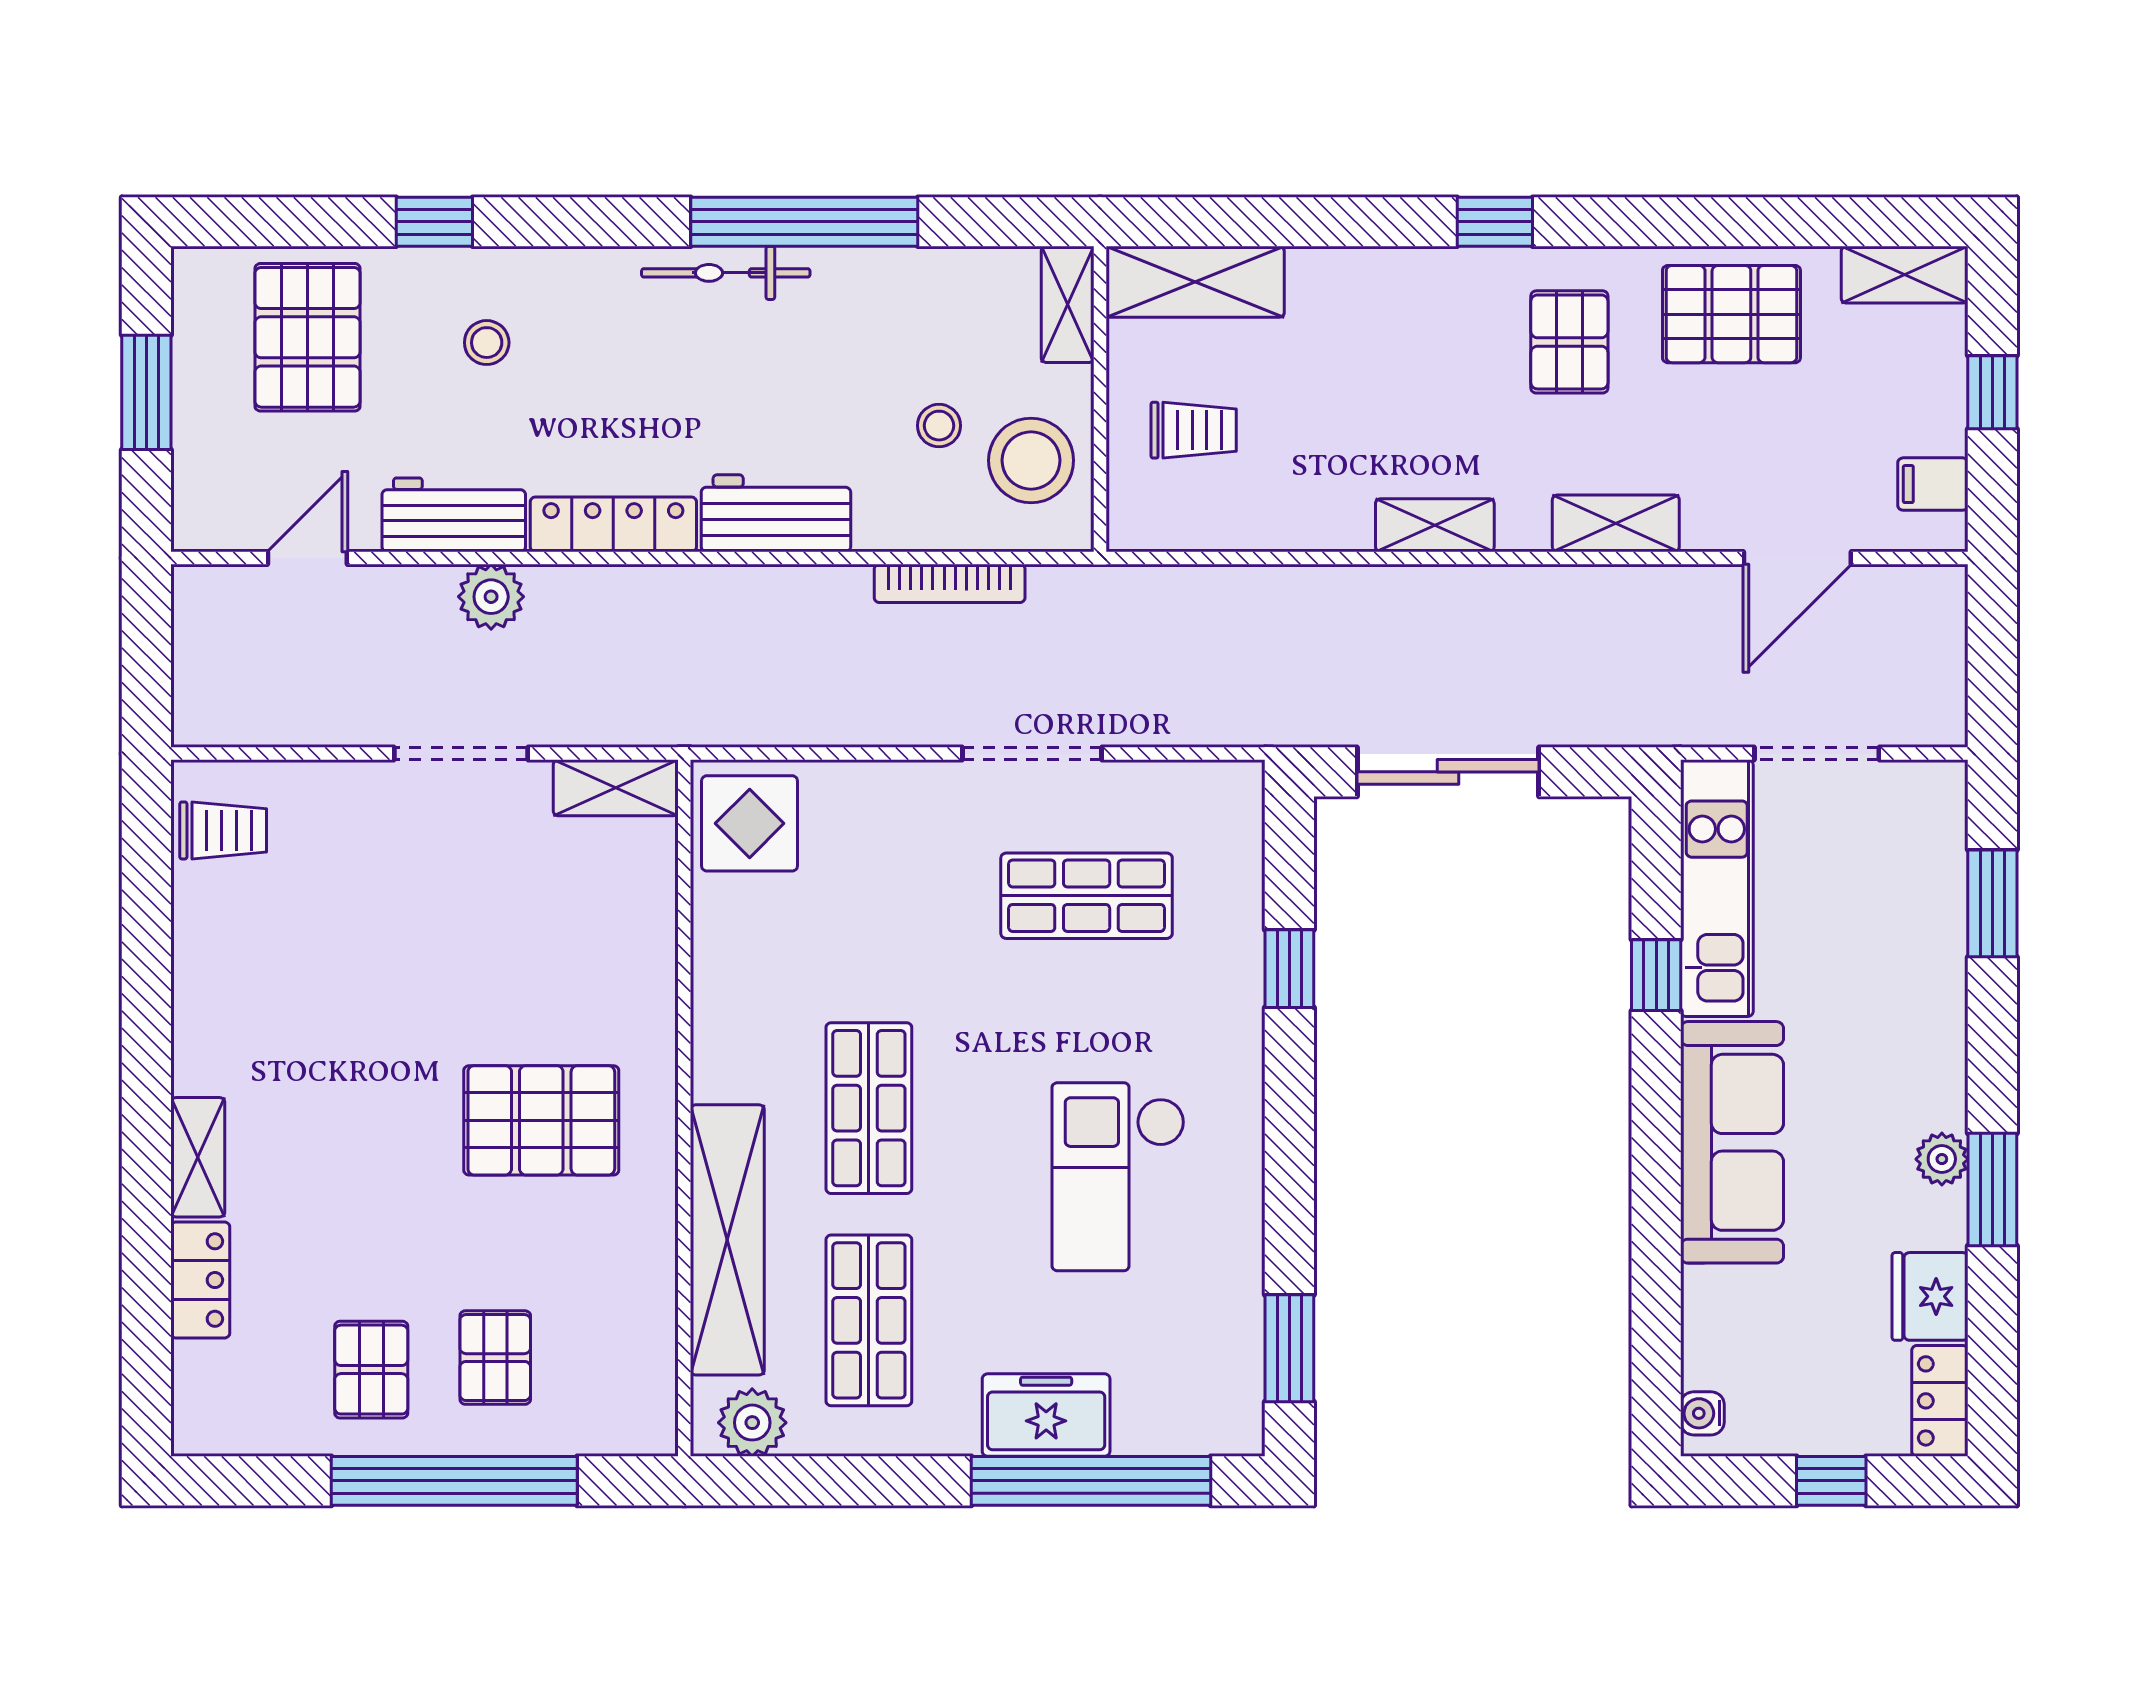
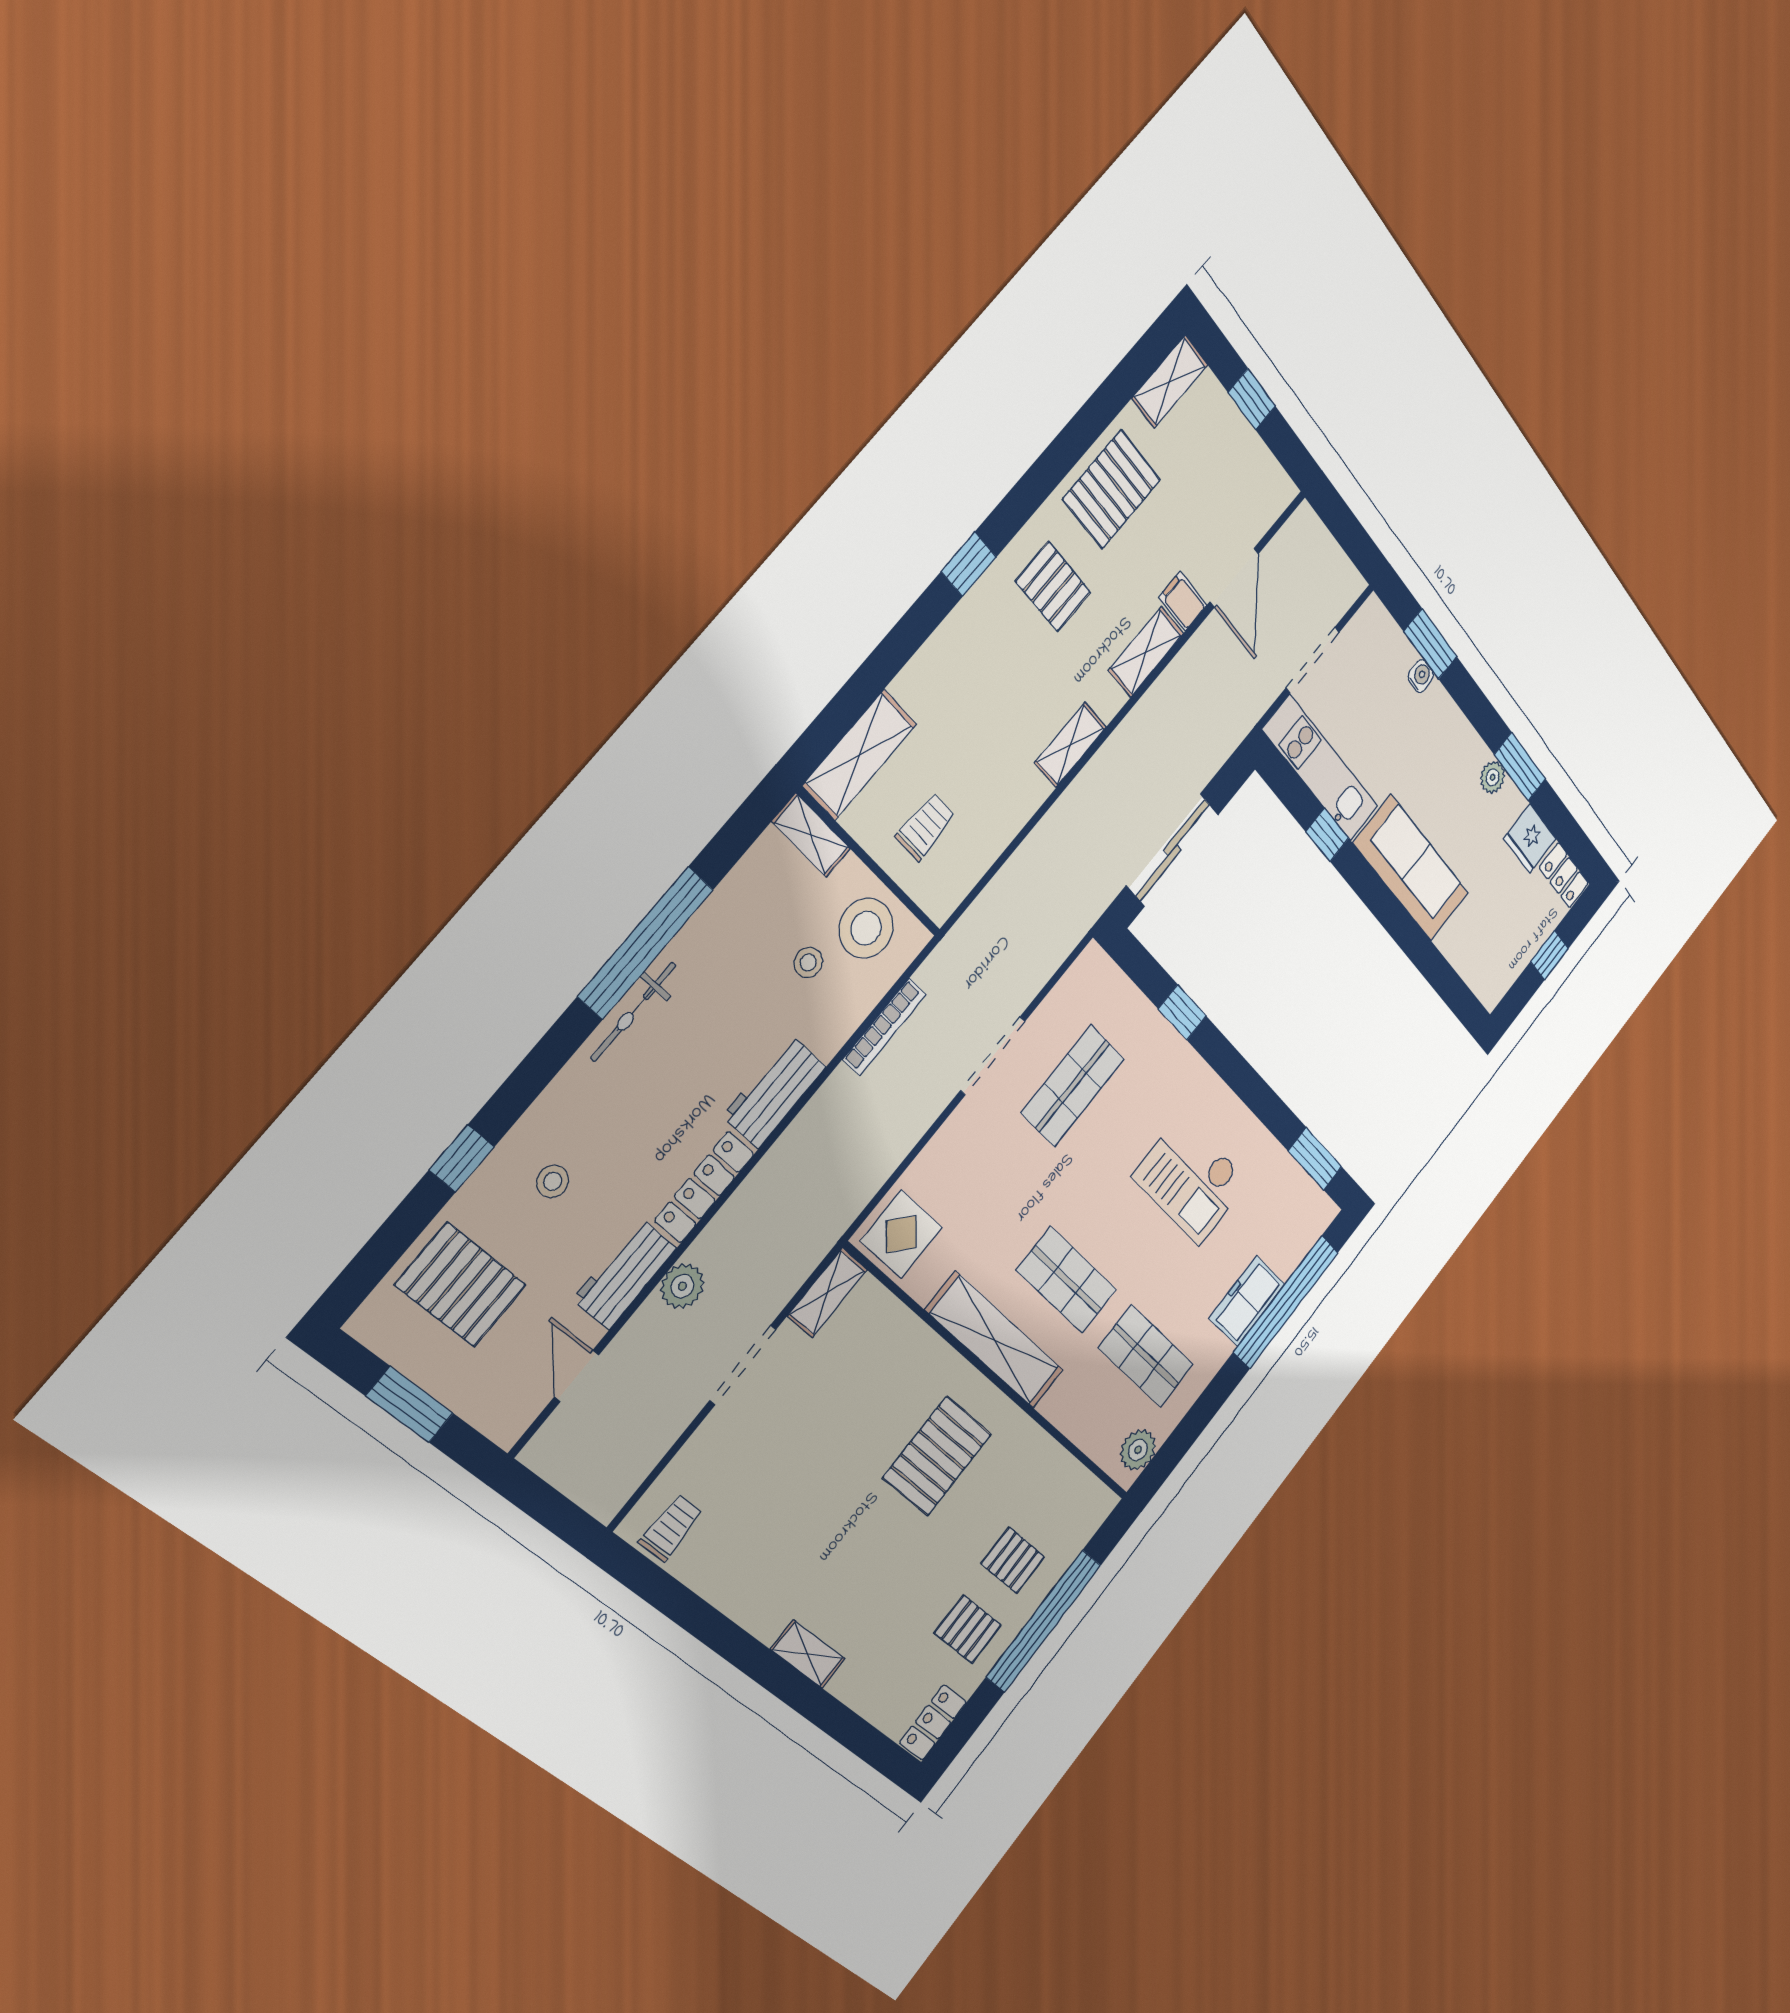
filing cabinet: (1933, 484) -> (1183, 601), moved, turned 90
shelving: (727, 1240) -> (995, 1340), moved
locker: (200, 1280) -> (933, 1722), moved, turned -90
water cooler: (1702, 1413) -> (1421, 676), moved, turned 180

